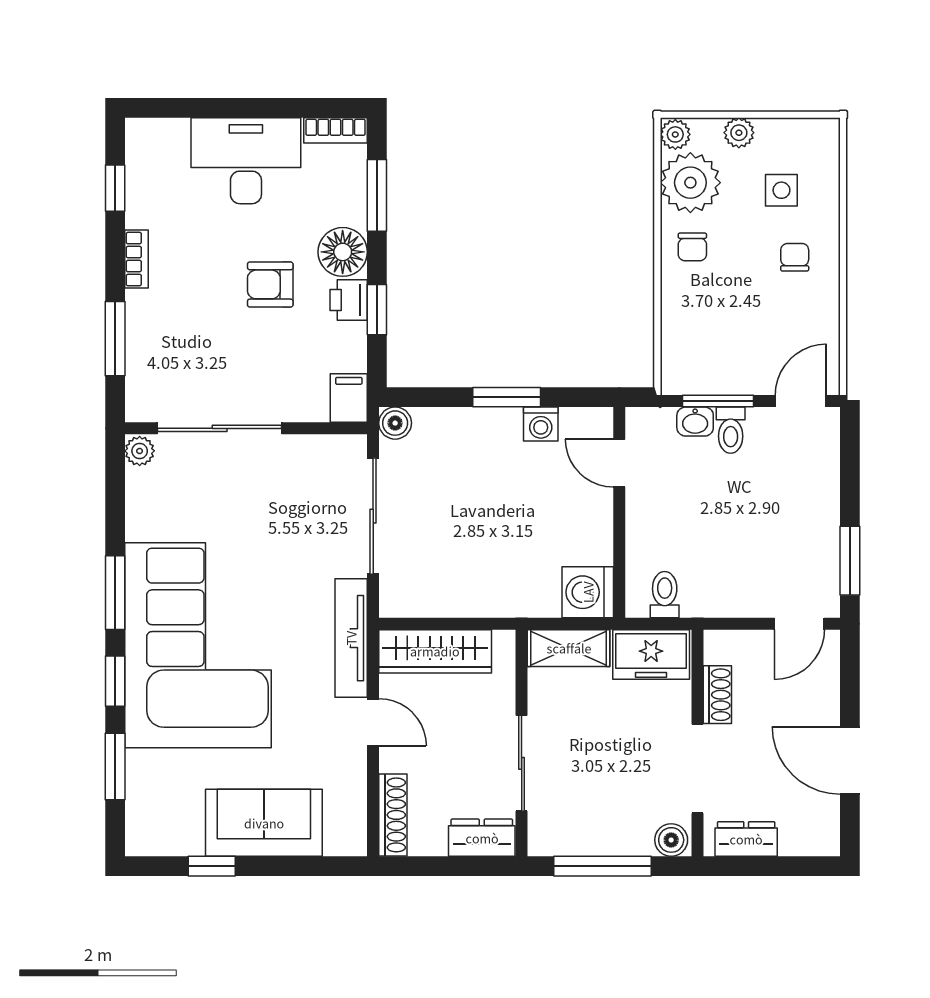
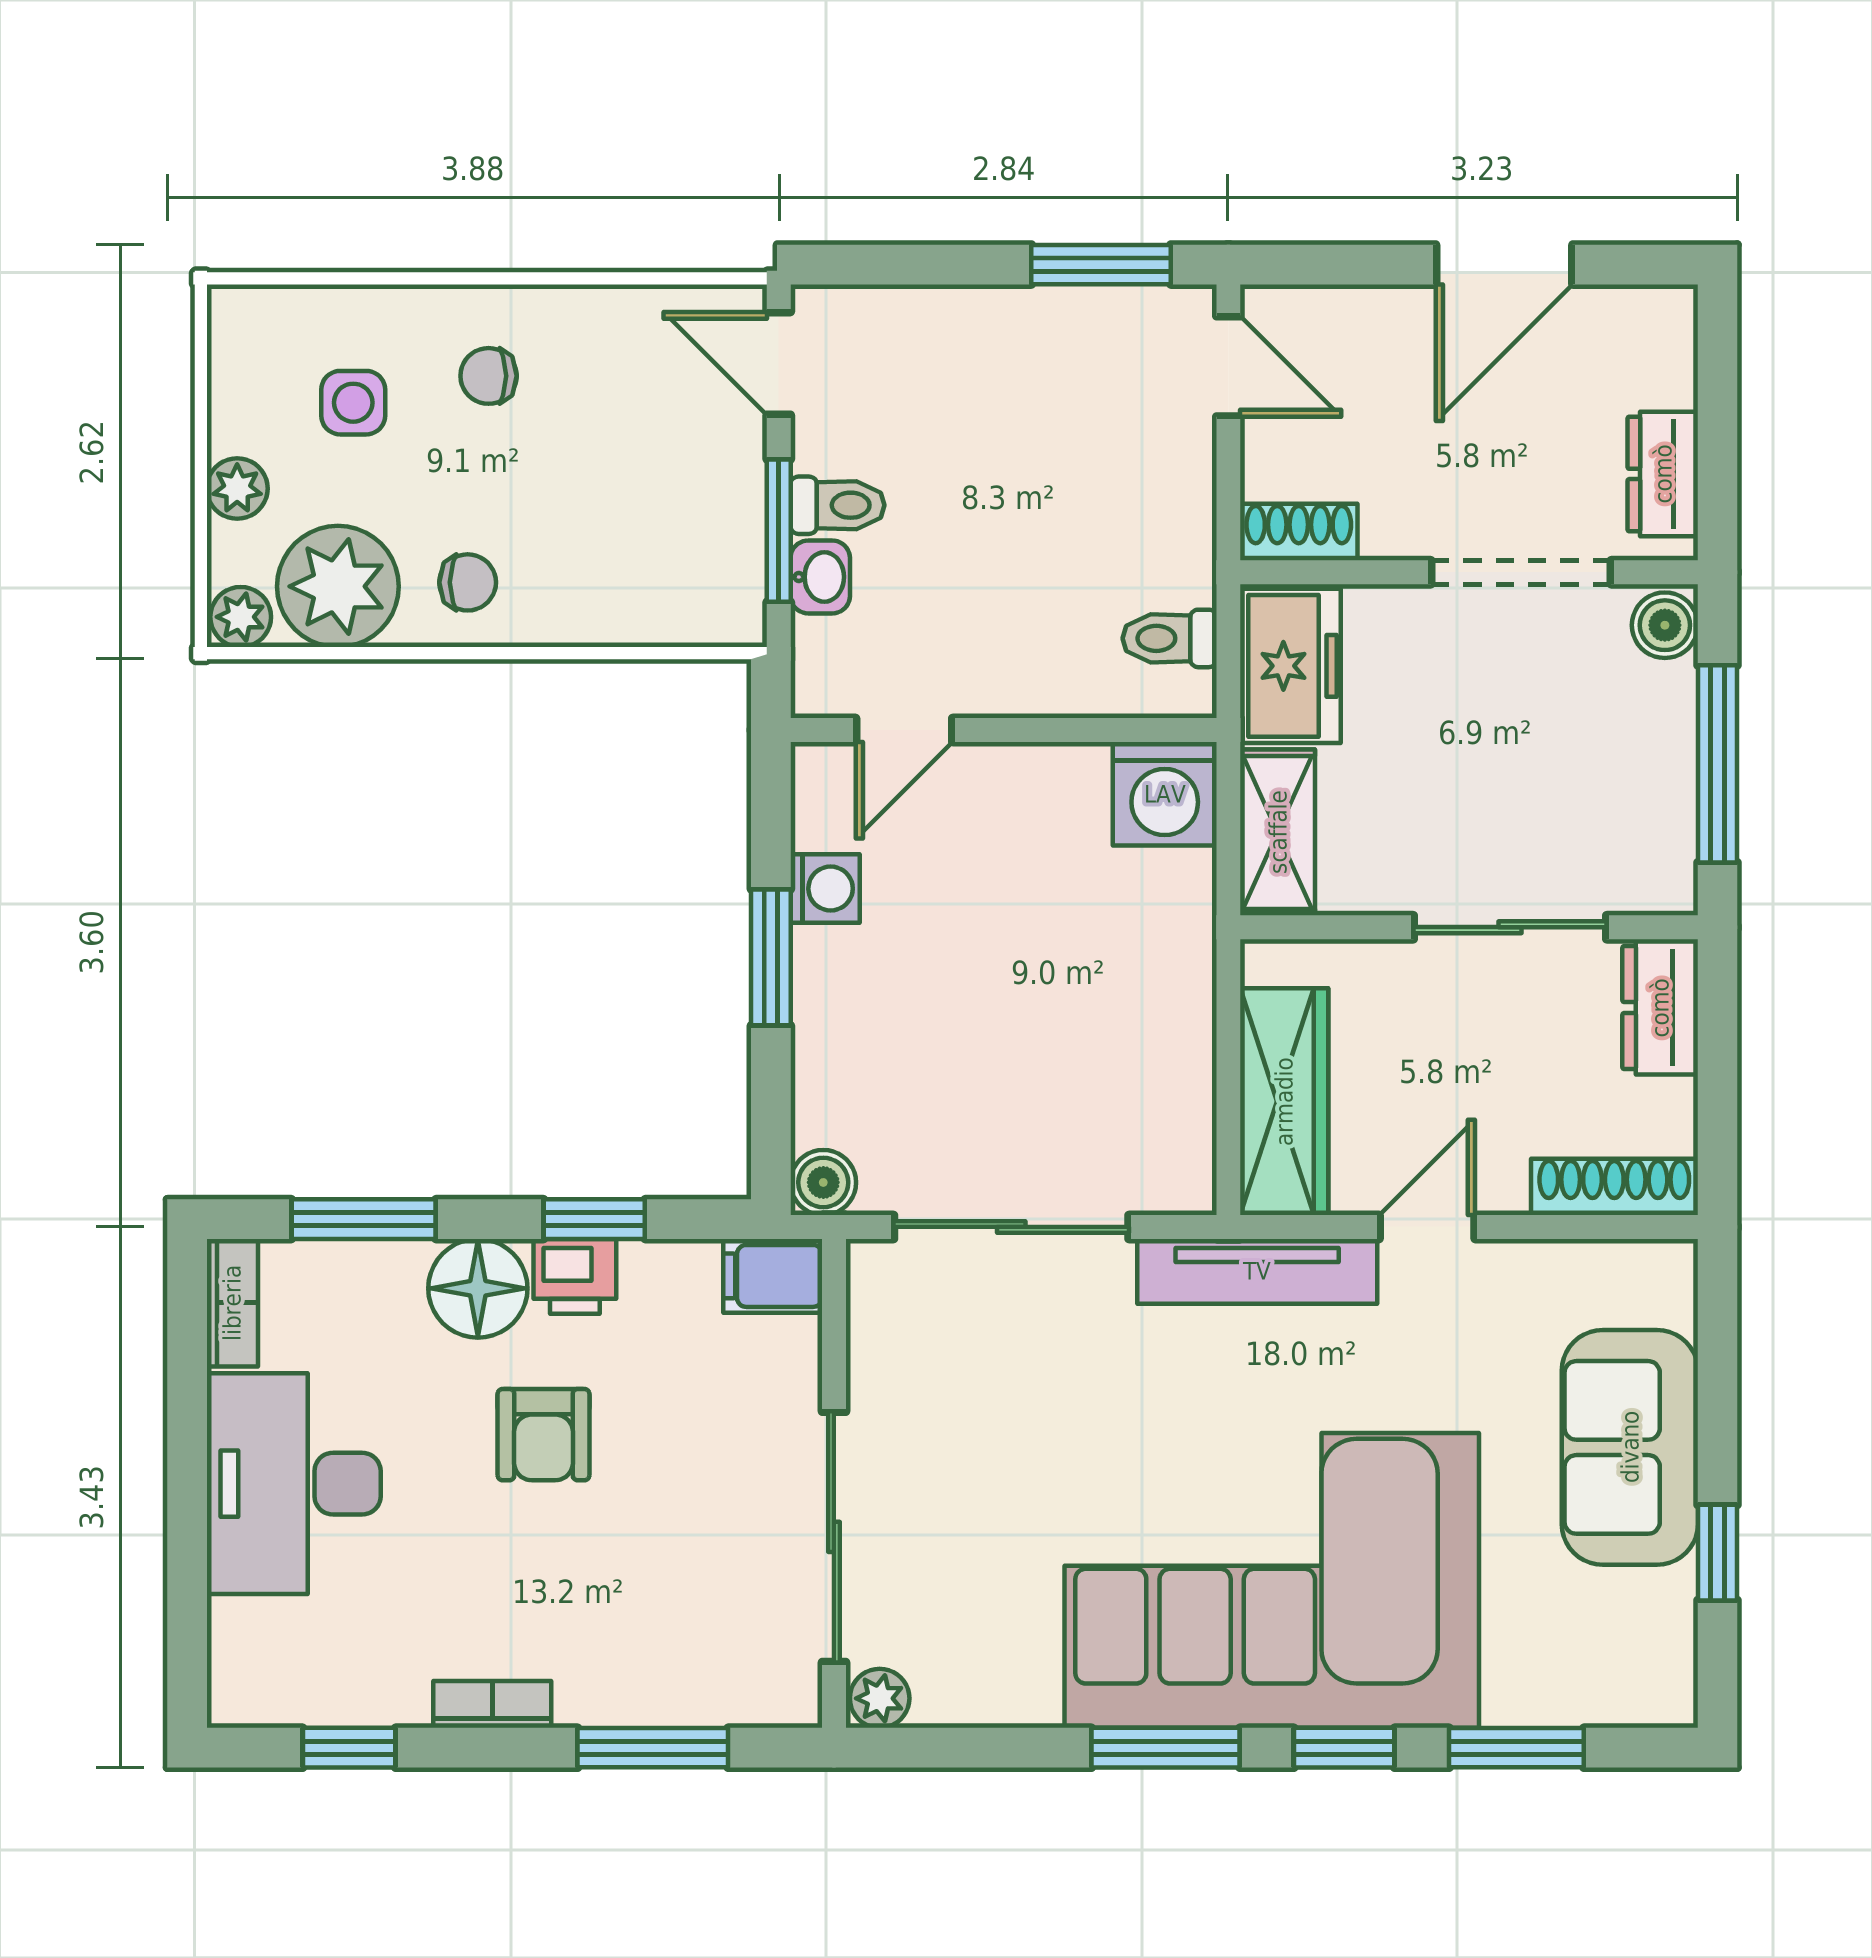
shoe rack: (717, 695) -> (1299, 532), moved

